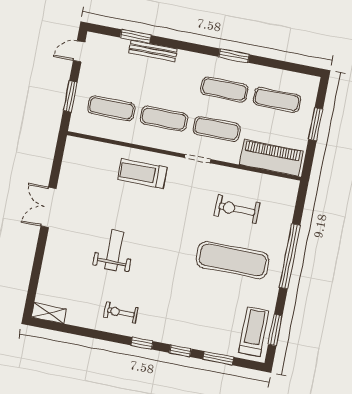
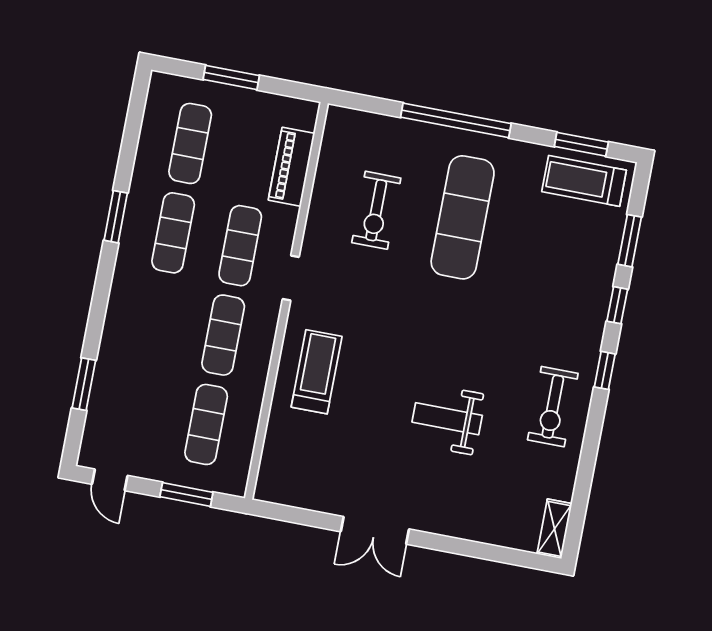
bench: (153, 51) -> (108, 354), removed
piano: (271, 158) -> (291, 167), width x0.73, depth x0.75
treadmill: (142, 174) -> (317, 372), turned 180
exercise bike: (121, 313) -> (553, 407), width x1.38, depth x1.39

